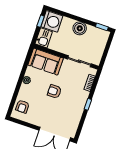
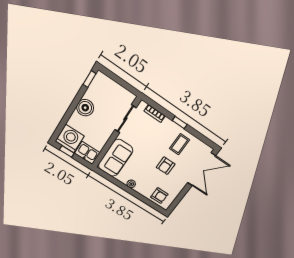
armchair: (54, 91) -> (166, 166), moved
coffee table: (71, 110) -> (179, 144), added

